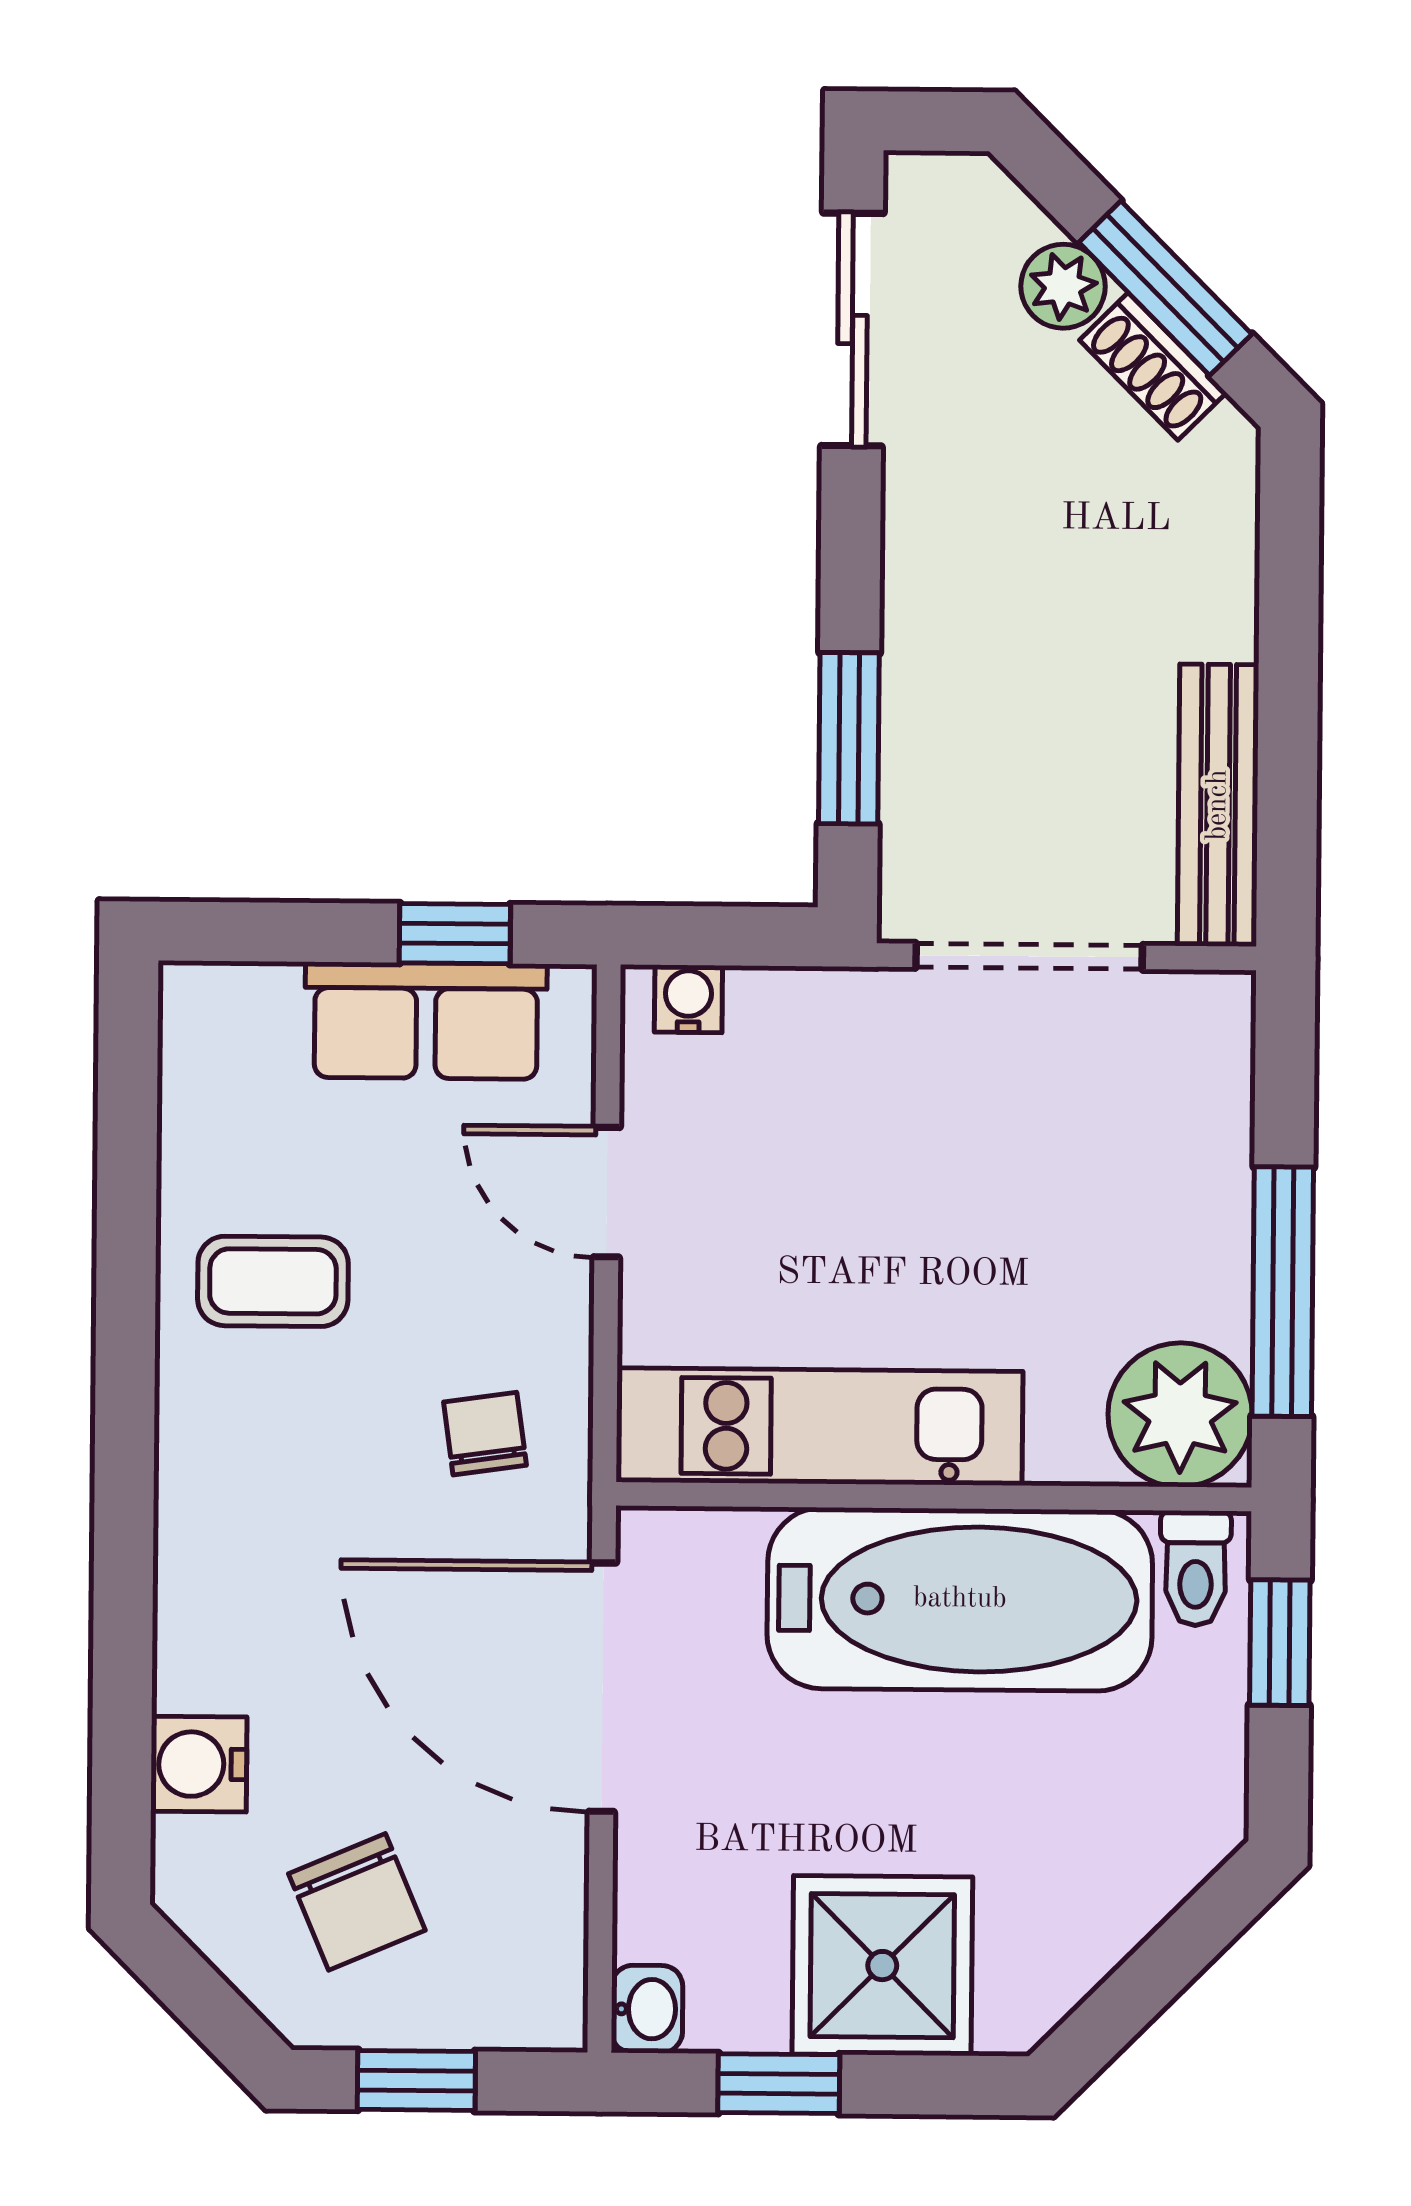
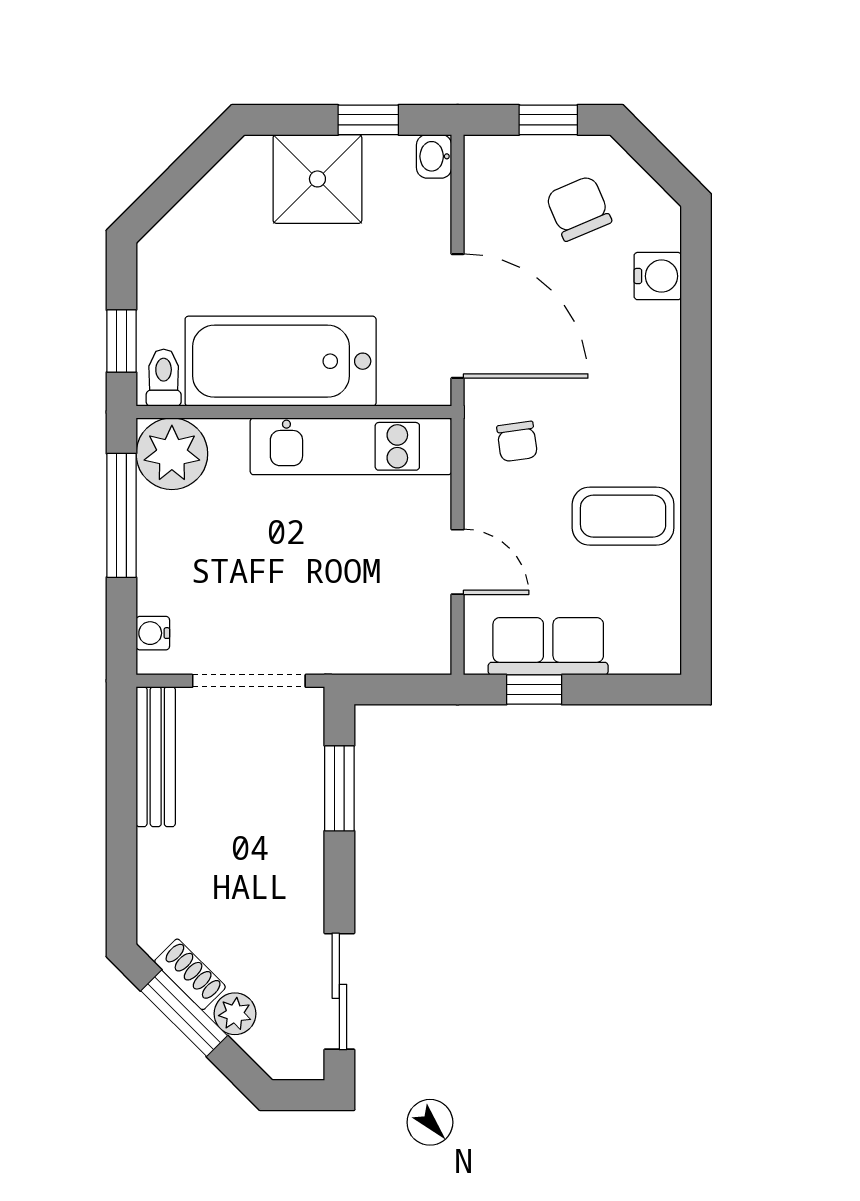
water cooler: (688, 999) -> (153, 633), moved, turned 90
coffee table: (273, 1281) -> (623, 516), width x1.36, depth x1.30

